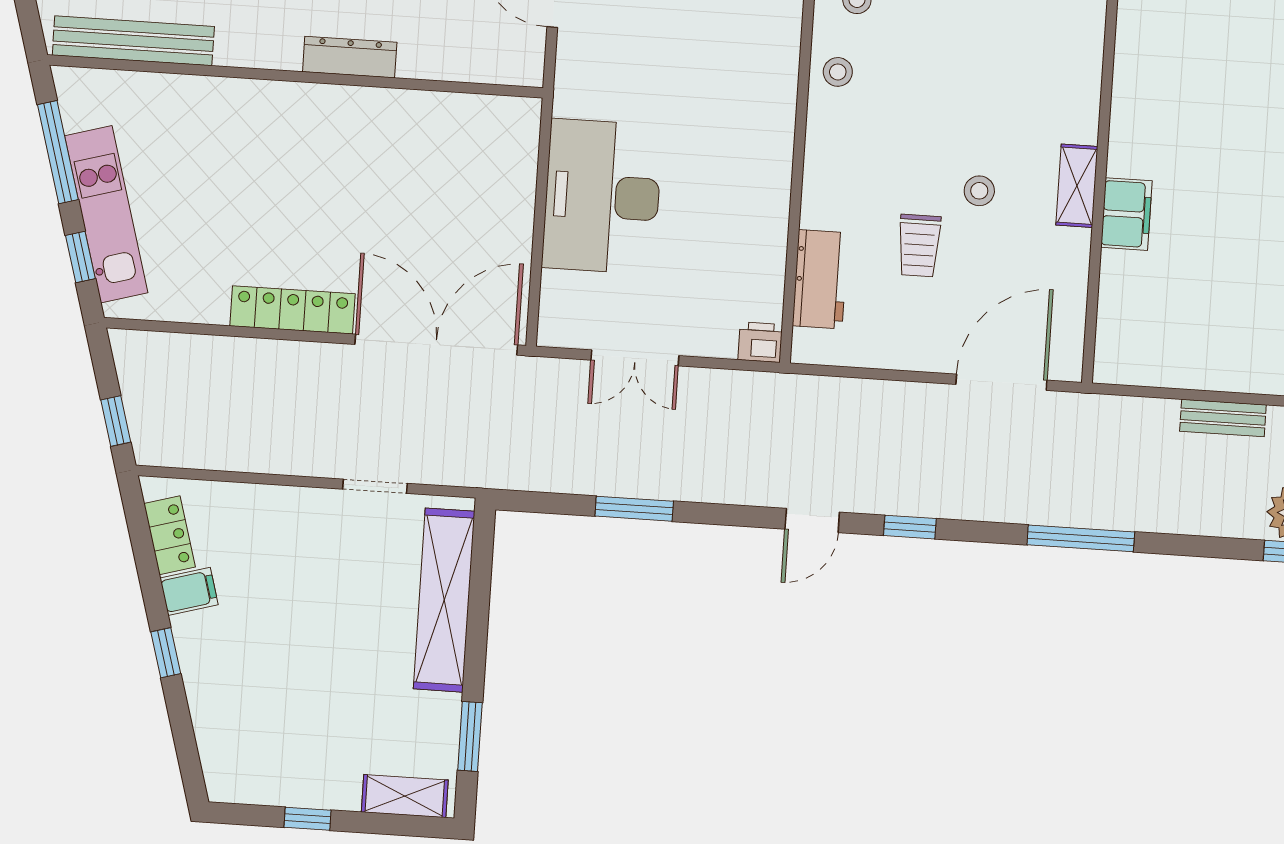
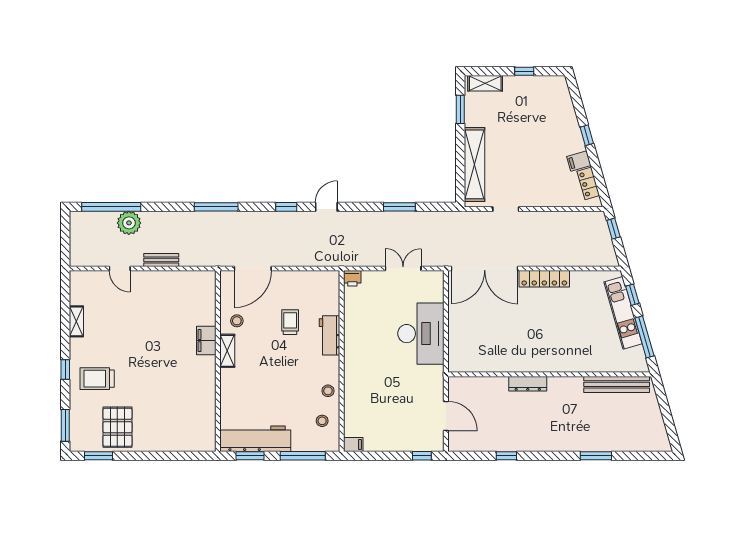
stool: (979, 191) -> (237, 321), moved
workbench: (820, 279) -> (330, 335), moved

